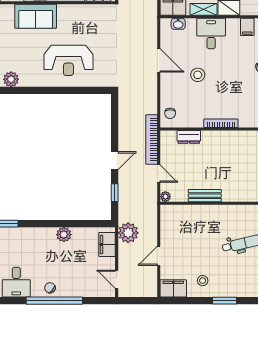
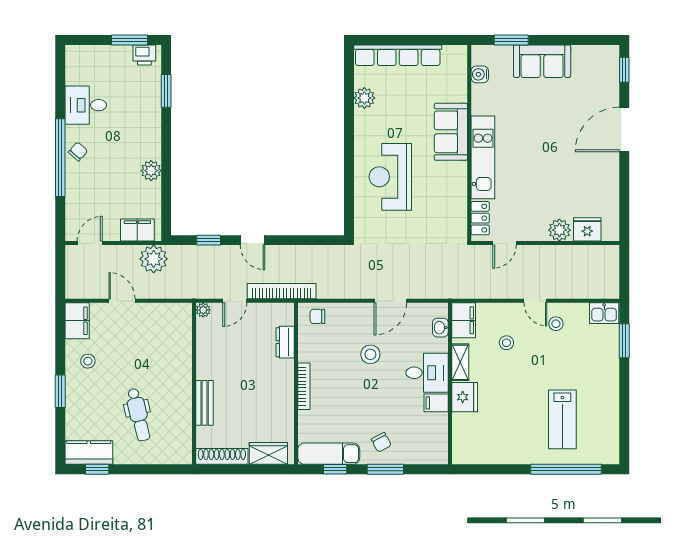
filing cabinet: (247, 27) -> (436, 403), moved
bench: (205, 196) -> (205, 403), moved

